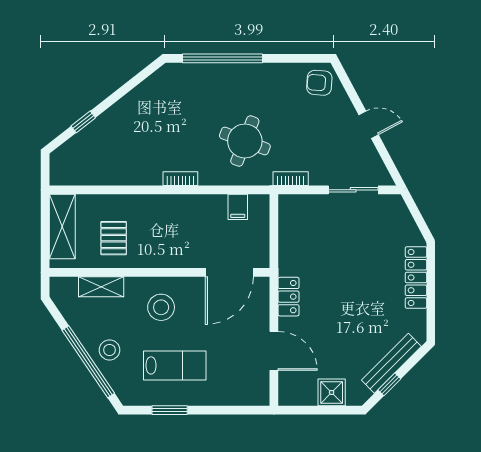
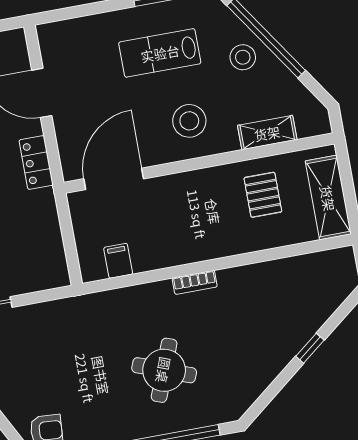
window: (83, 122) -> (310, 348), moved
round table: (245, 141) -> (164, 370), moved
bookcase: (291, 179) -> (60, 307), removed

